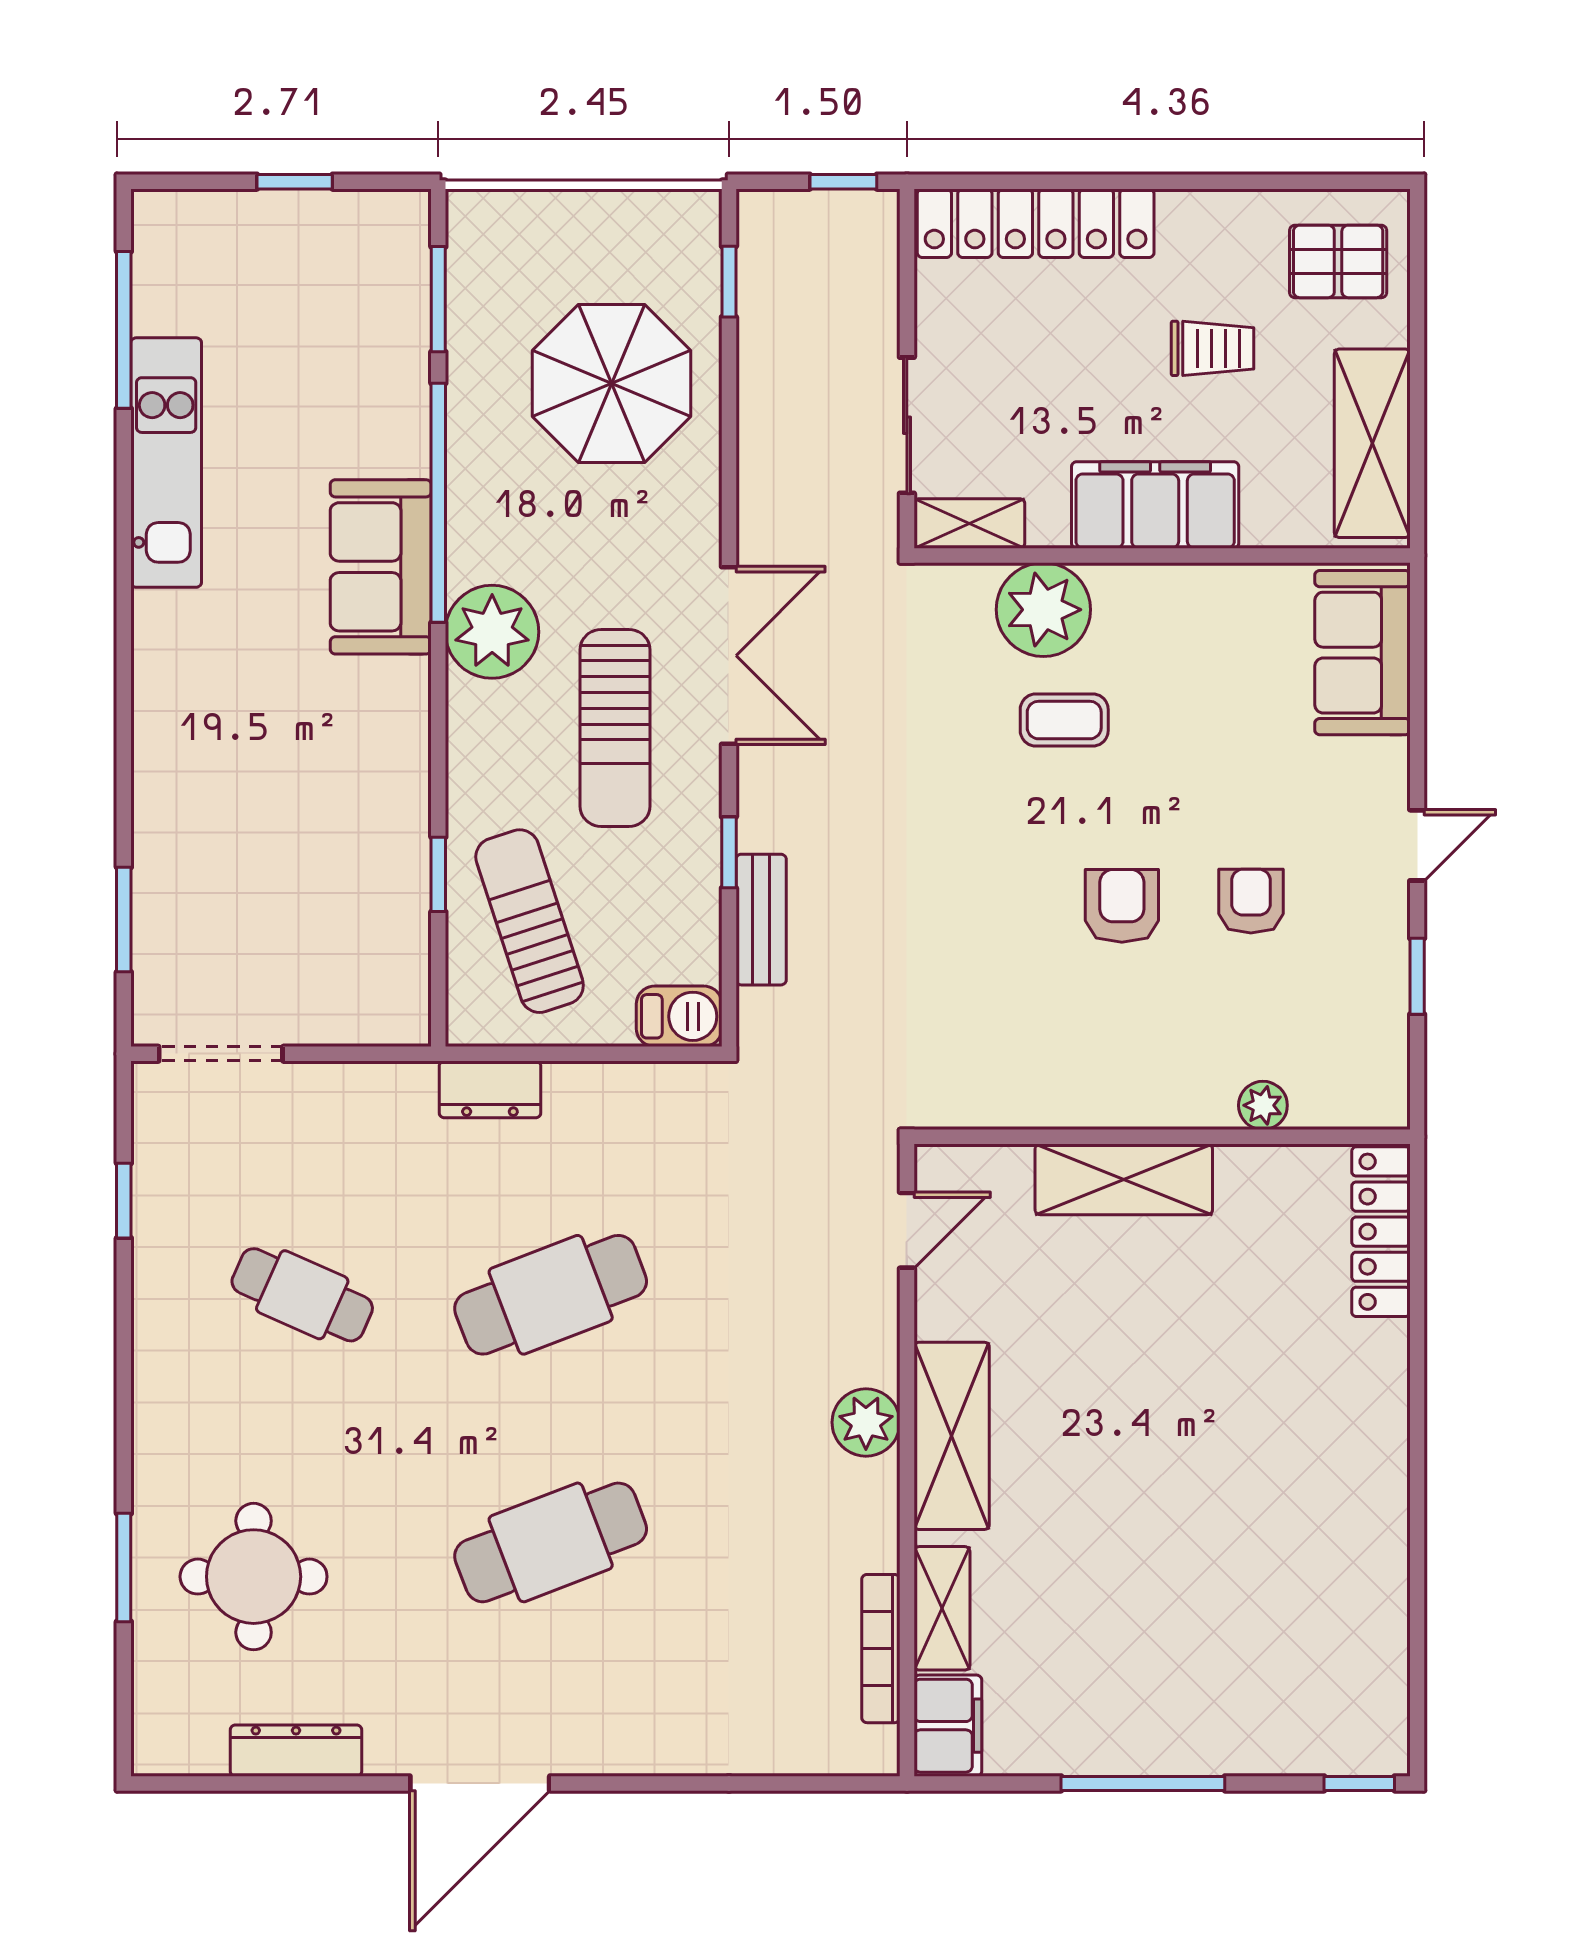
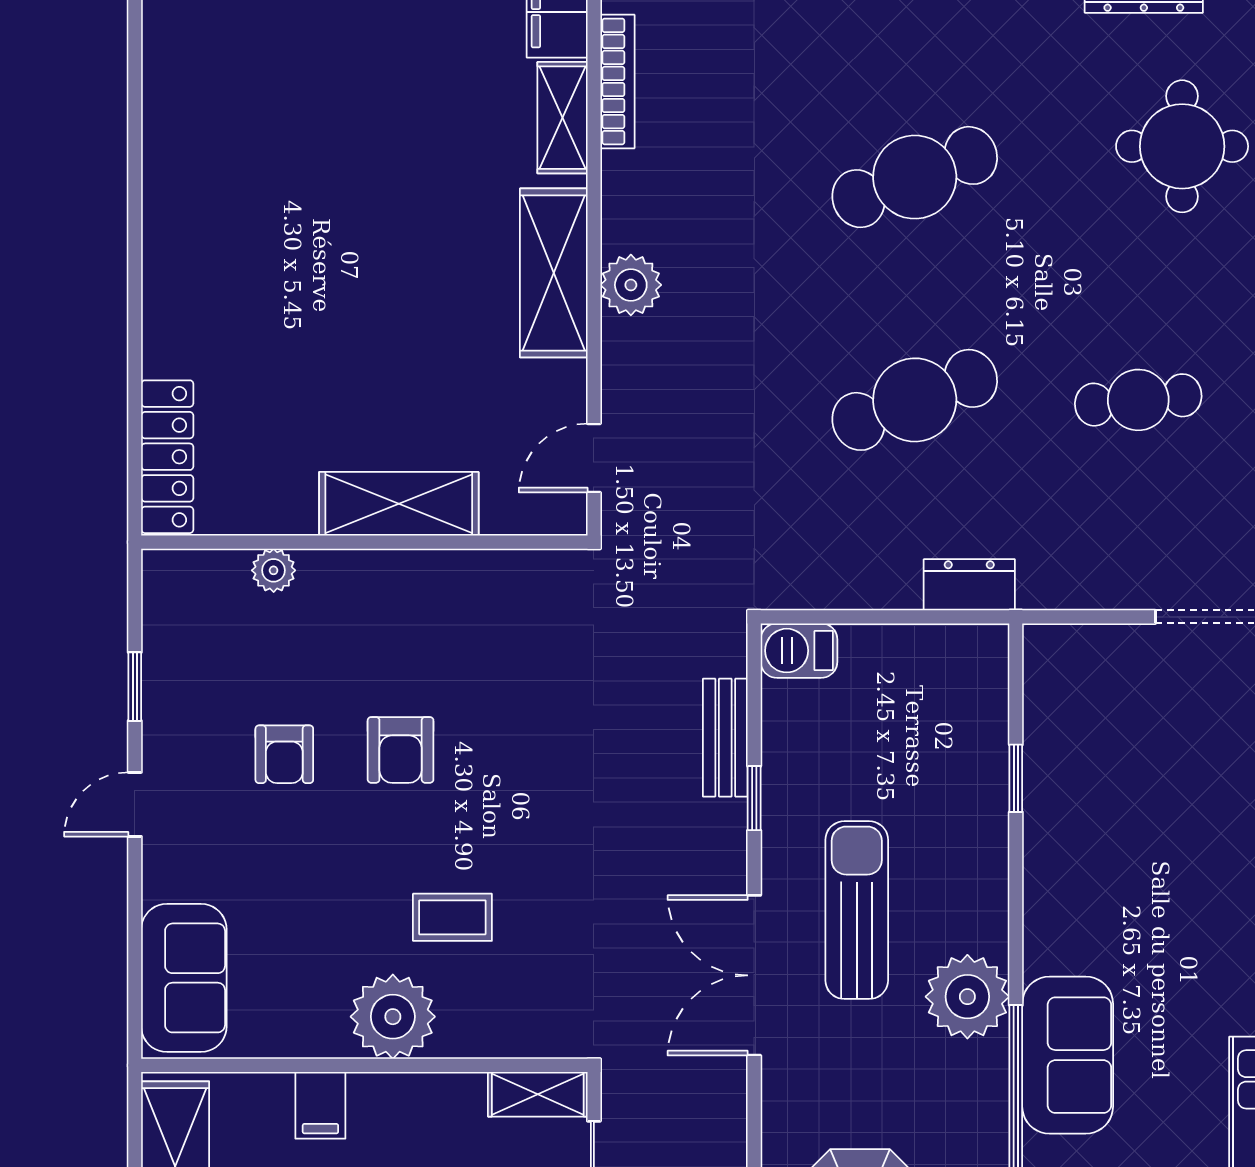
filing cabinet: (1155, 505) -> (320, 1105), width x0.33, depth x0.86
plant: (1043, 610) -> (393, 1017), moved
sun lounger: (530, 921) -> (934, 736), removed
cafe table: (302, 1295) -> (1138, 400), turned -30

